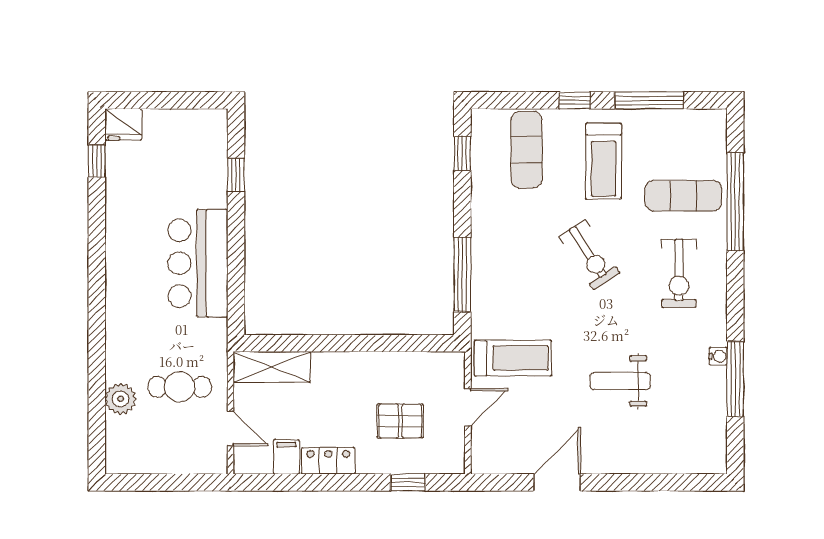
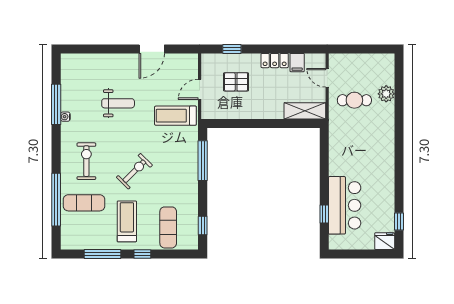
exercise bike: (589, 255) -> (134, 171), turned 78
bar counter: (198, 263) -> (345, 205), moved

